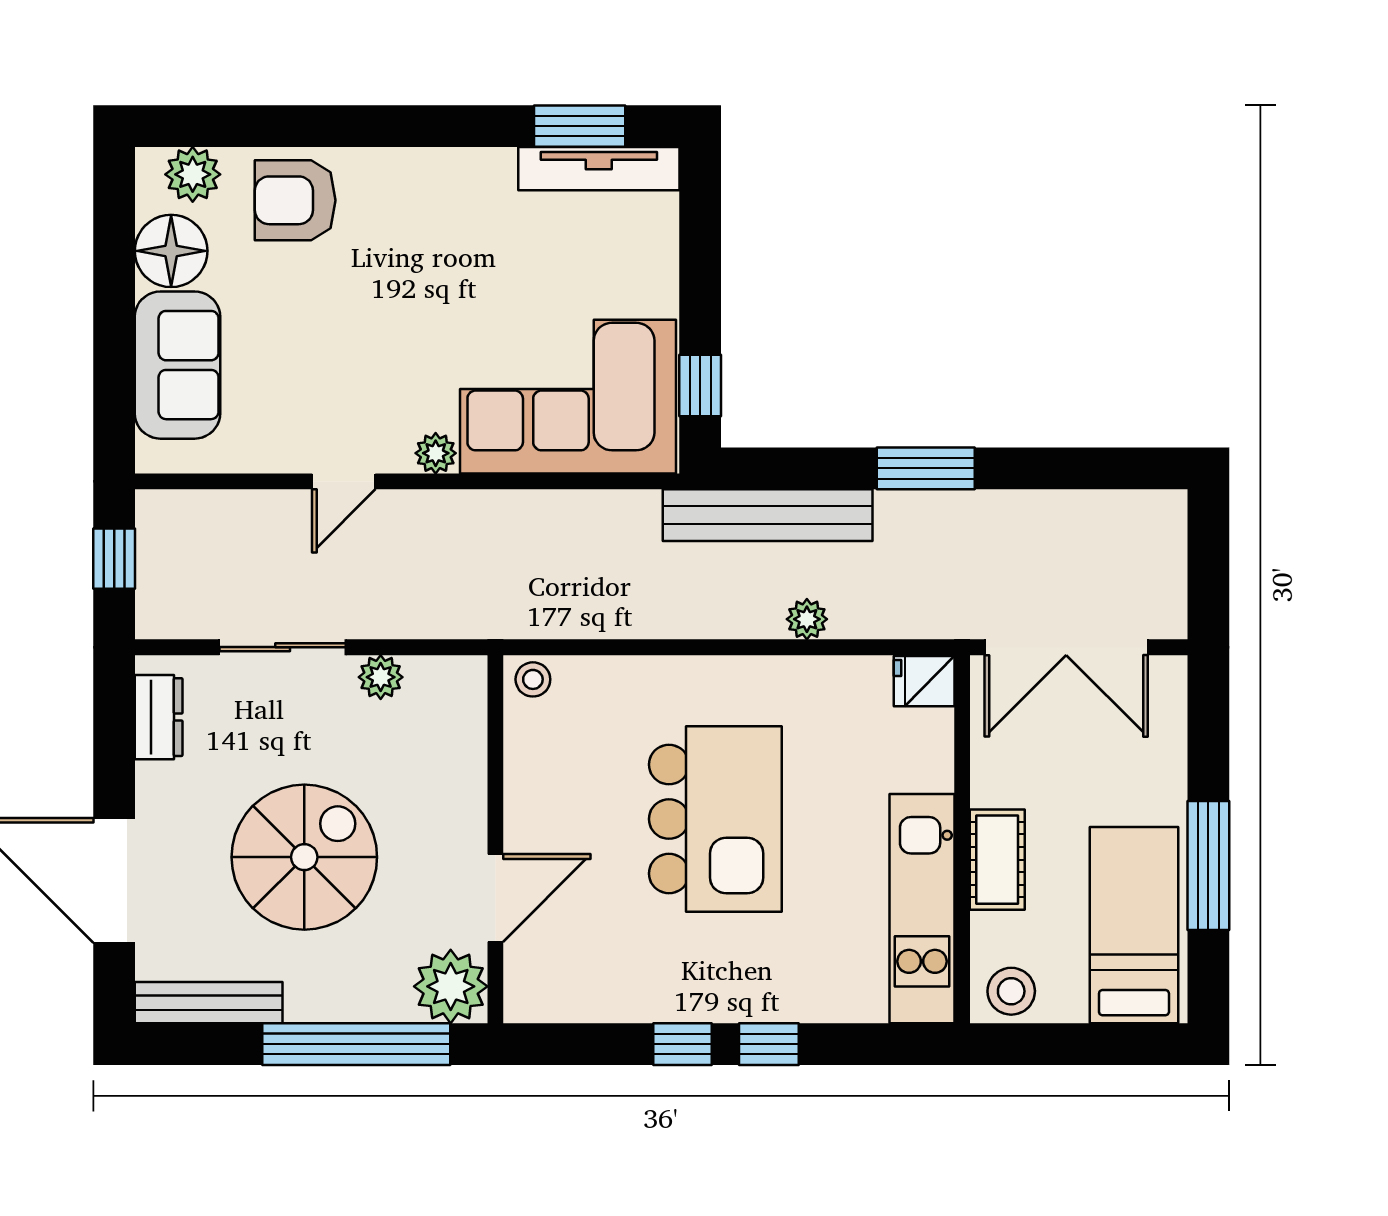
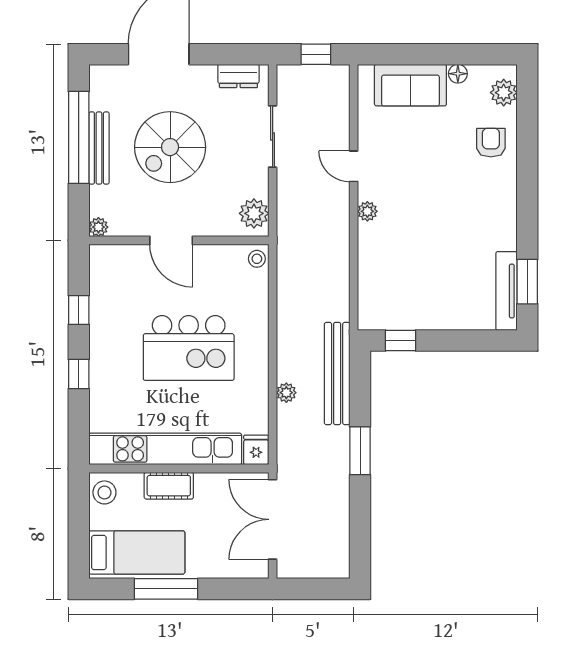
armchair: (295, 200) -> (491, 143), width x0.72, depth x0.72
floor lamp: (171, 251) -> (458, 74), width x0.53, depth x0.53
corner sofa: (568, 397) -> (395, 276), removed
plant: (381, 677) -> (254, 213), moved, width x1.38, depth x1.38
spiral stairs: (304, 857) -> (170, 147), turned 90
door: (495, 898) -> (171, 240), moved
kitchen unit: (922, 909) -> (165, 449), width x1.36
plant: (451, 986) -> (98, 227), width x0.53, depth x0.53
bench: (209, 1003) -> (99, 148), moved
window: (356, 1044) -> (79, 137), moved
window: (682, 1044) -> (79, 310), moved

